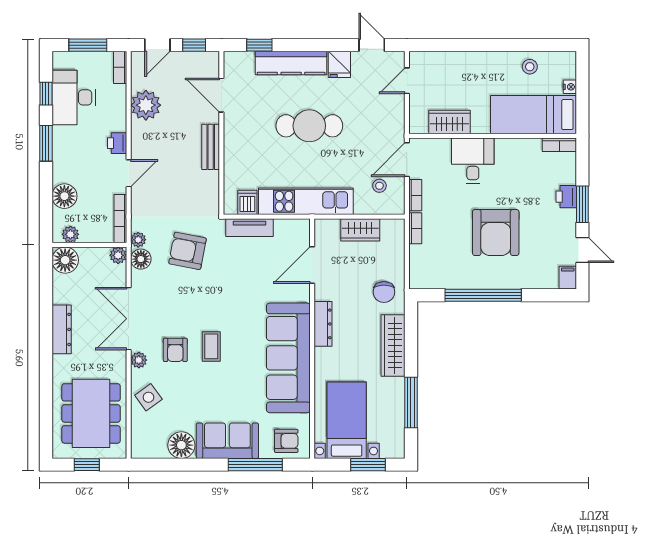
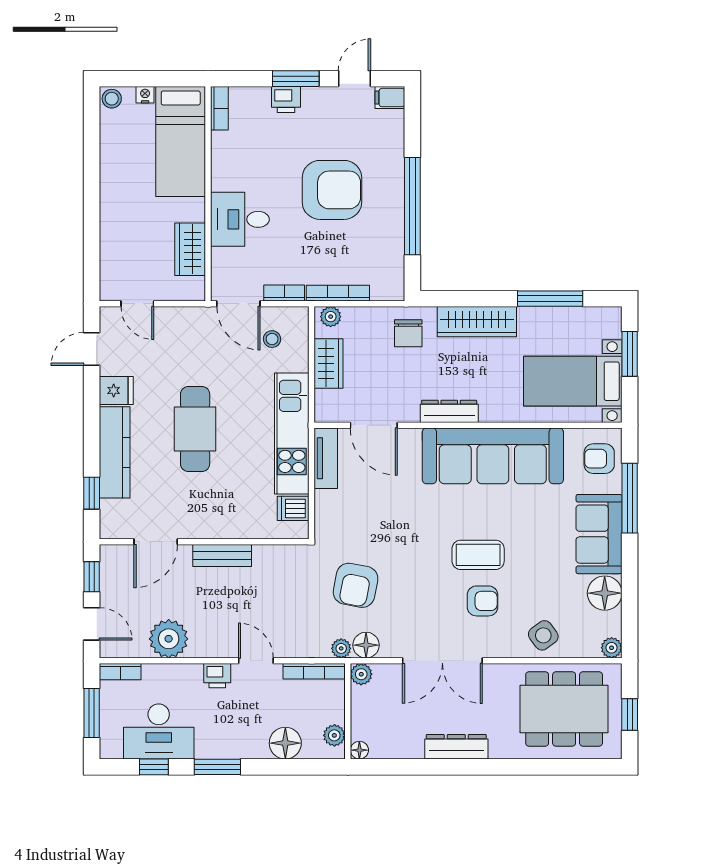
stool: (530, 67) -> (112, 99), moved
tv unit: (250, 228) -> (326, 458), moved
bookcase: (415, 228) -> (338, 293), width x1.56
plant: (397, 231) -> (331, 317), added
floor lamp: (65, 260) -> (359, 750), width x0.53, depth x0.53
chair: (384, 292) -> (408, 333), turned 90
coffee table: (211, 346) -> (478, 555), width x1.36, depth x1.30
plant: (139, 360) -> (612, 648), moved
armchair: (286, 441) -> (599, 459), turned -90

